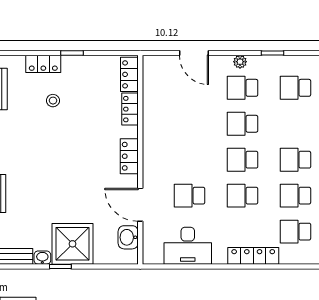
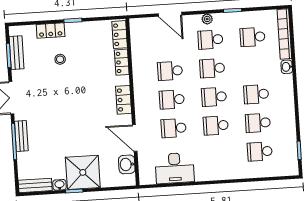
school desk: (190, 124) -> (170, 71), added
school desk: (190, 160) -> (172, 100), added
locker: (253, 256) -> (227, 173), removed

